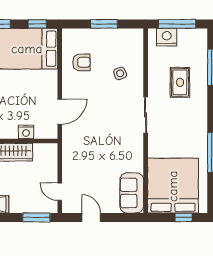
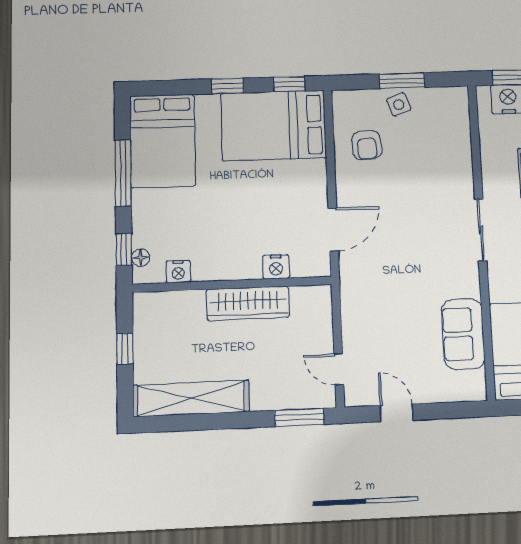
armchair: (81, 62) -> (367, 145), turned 86
side table: (120, 73) -> (399, 105), moved
sofa: (132, 193) -> (463, 334), moved

